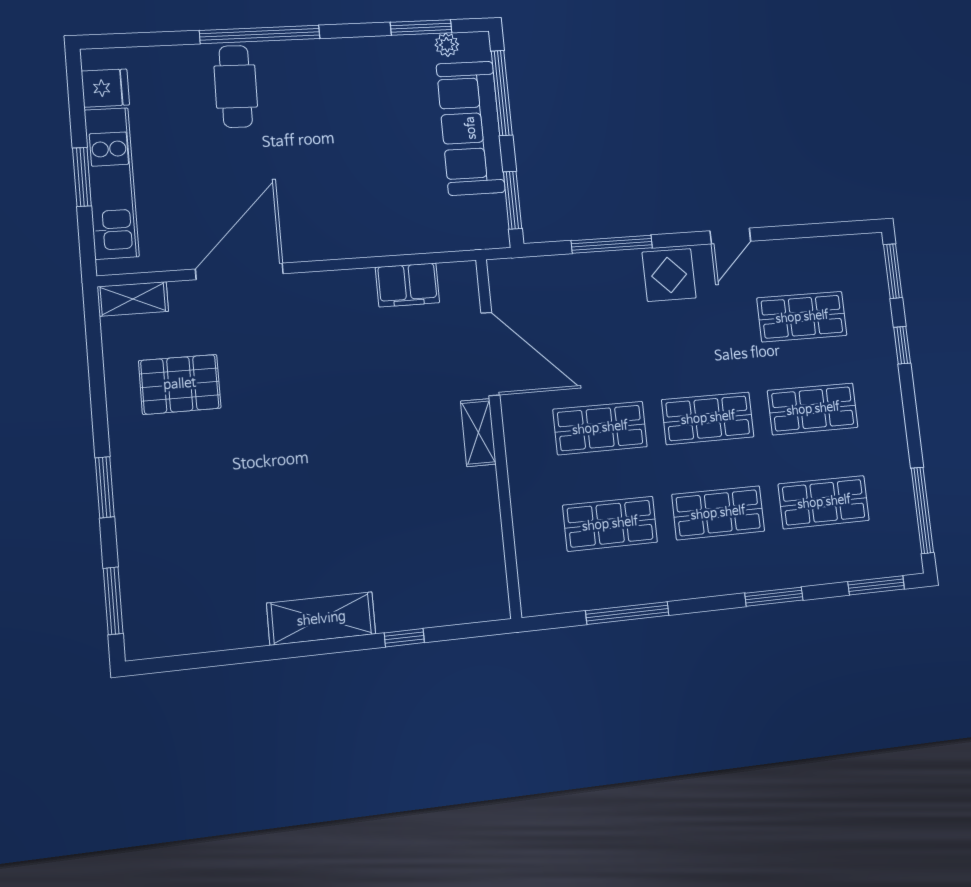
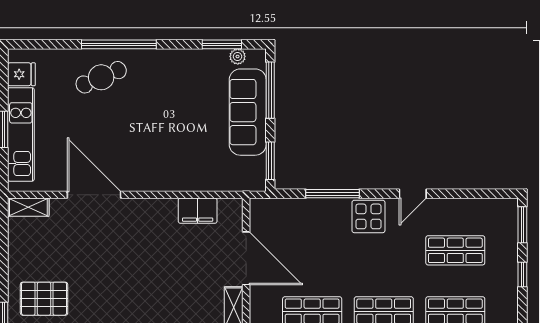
cafe table: (236, 86) -> (101, 77), turned 66
door: (239, 271) -> (94, 195), hinge flipped
pallet: (180, 384) -> (44, 299), moved

